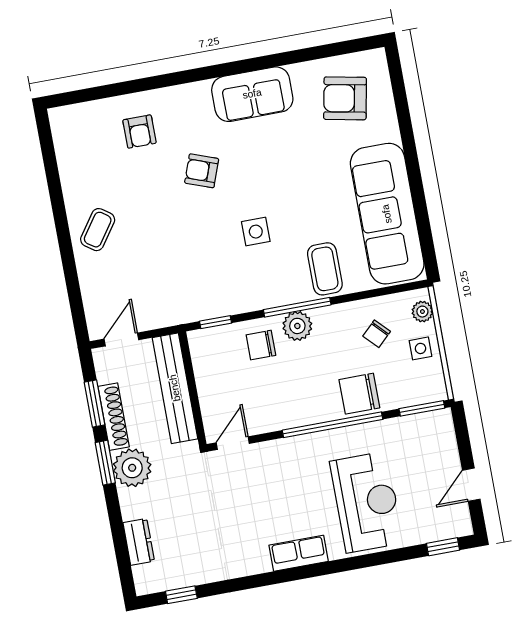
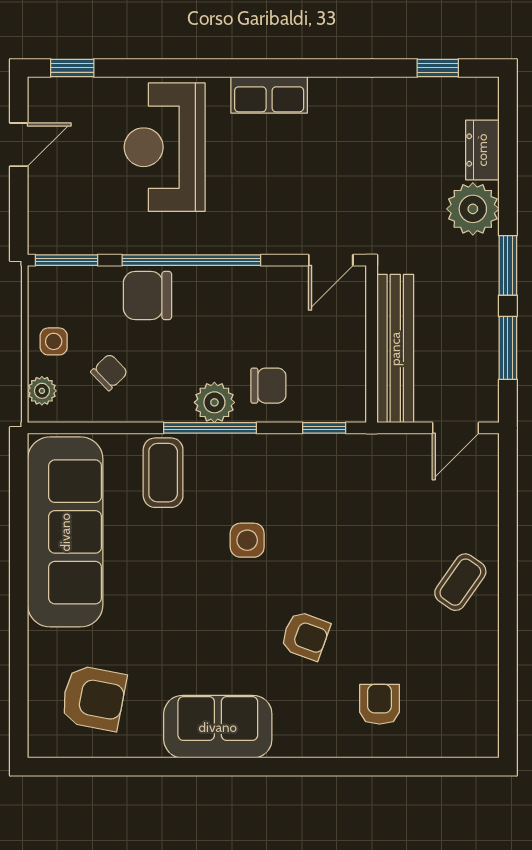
chair: (359, 394) -> (147, 296), turned 180
shoe rack: (114, 417) -> (485, 325), removed
plant: (132, 468) -> (473, 209), moved

